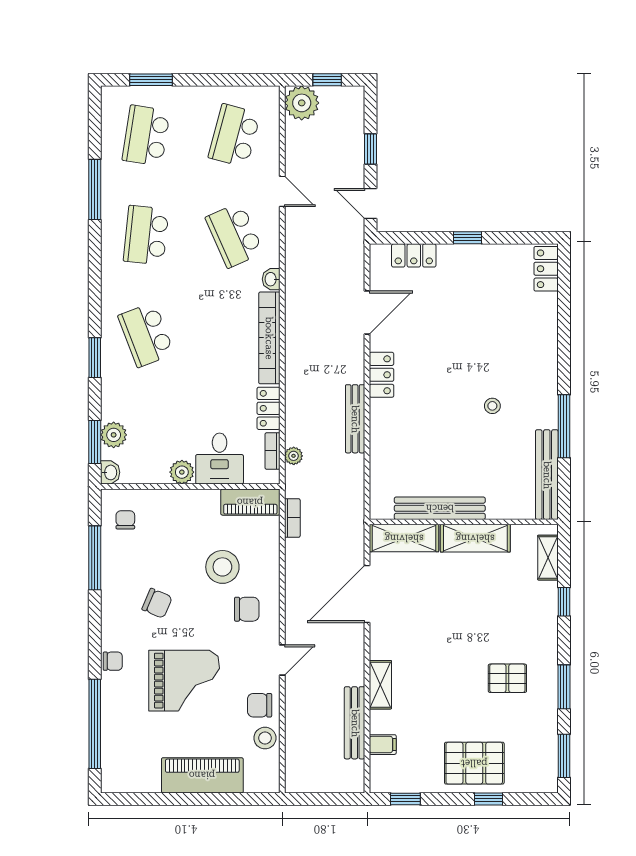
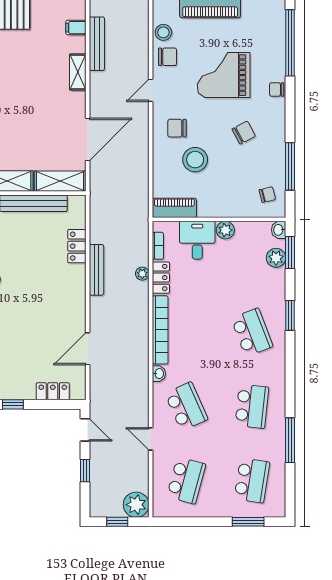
locker: (382, 375) -> (77, 246), moved
plant: (294, 456) -> (142, 274), moved
bookcase: (292, 518) -> (143, 196), removed
chair: (125, 520) -> (267, 195), turned -104
chair: (157, 603) -> (244, 133), turned 129

